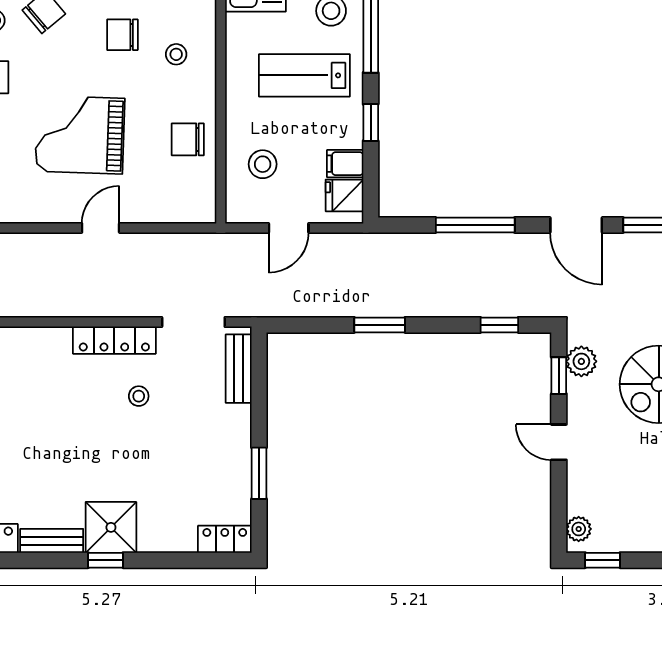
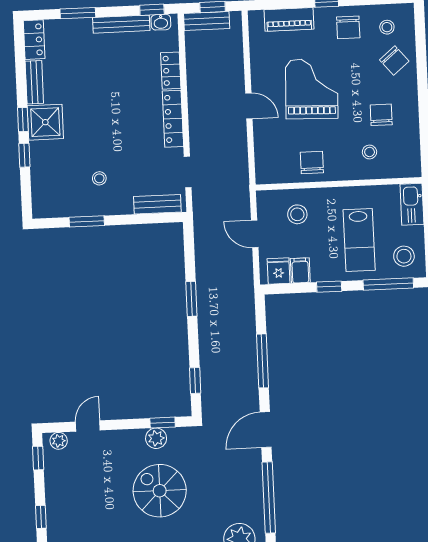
lab bench: (304, 75) -> (359, 240), turned 180
doorway: (193, 322) -> (188, 172), width x0.73
plant: (581, 361) -> (156, 438), moved
stool: (139, 396) -> (99, 178), moved
door: (559, 442) -> (88, 426), moved
locker: (225, 539) -> (171, 71), moved, turned 180
window: (158, 560) -> (24, 155), added

